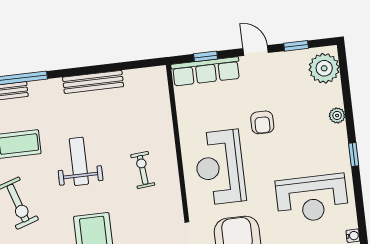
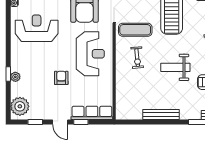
window: (206, 56) -> (81, 122), moved
window: (354, 154) -> (8, 74), moved
weight bench: (79, 161) -> (175, 67), turned 90
exercise mat: (151, 215) -> (135, 30), added

